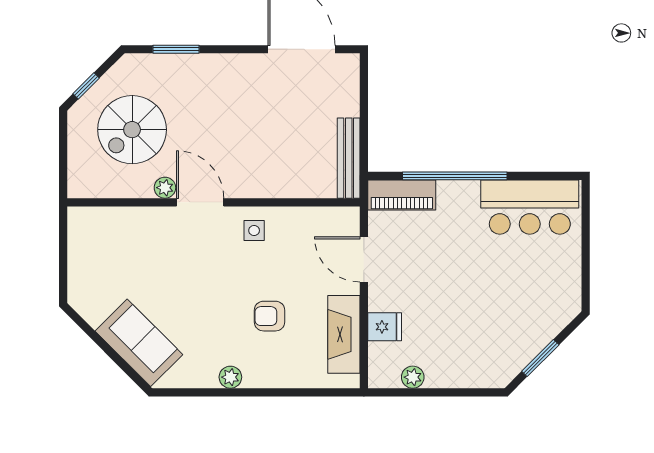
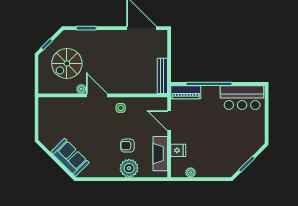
plant: (230, 377) -> (129, 168), moved, width x1.87, depth x1.87

